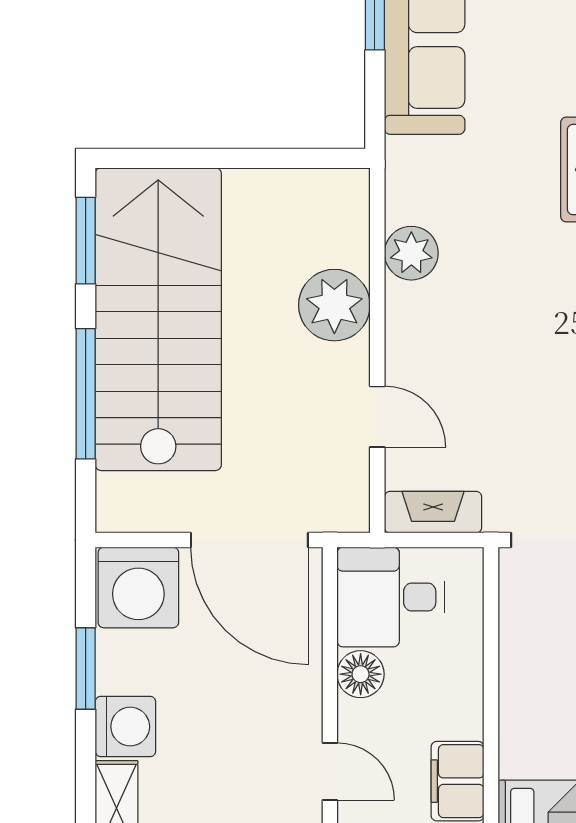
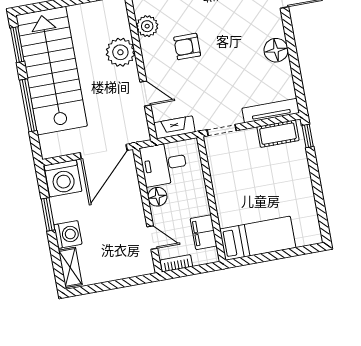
armchair: (500, 321) -> (187, 46), added
door: (249, 540) -> (104, 152), hinge flipped

